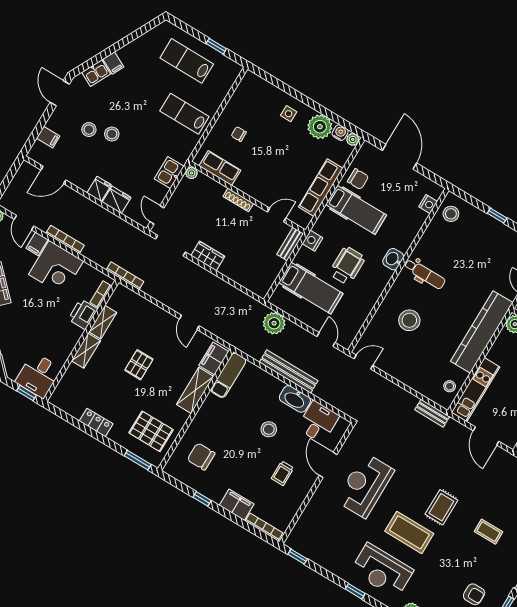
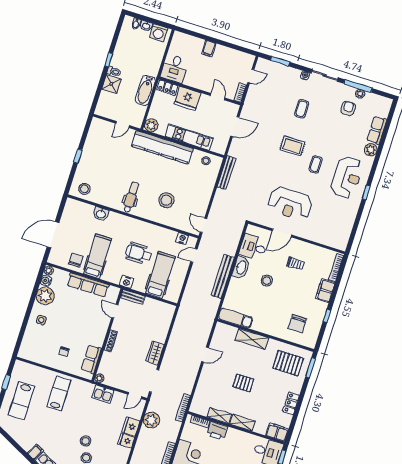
lab bench: (184, 114) -> (59, 393), turned 180
nightstand: (428, 204) -> (182, 239), moved
washbasin: (393, 259) -> (101, 214), moved
plant: (274, 323) -> (151, 420), moved
filing cabinet: (214, 358) -> (277, 432), moved, turned 180
kitchen unit: (475, 390) -> (189, 137), moved
bench: (432, 413) -> (226, 173), width x1.36
pallet: (151, 431) -> (288, 363), turned 90
coffee table: (409, 532) -> (316, 164), width x0.54, depth x0.58
window: (298, 557) -> (351, 239), removed

